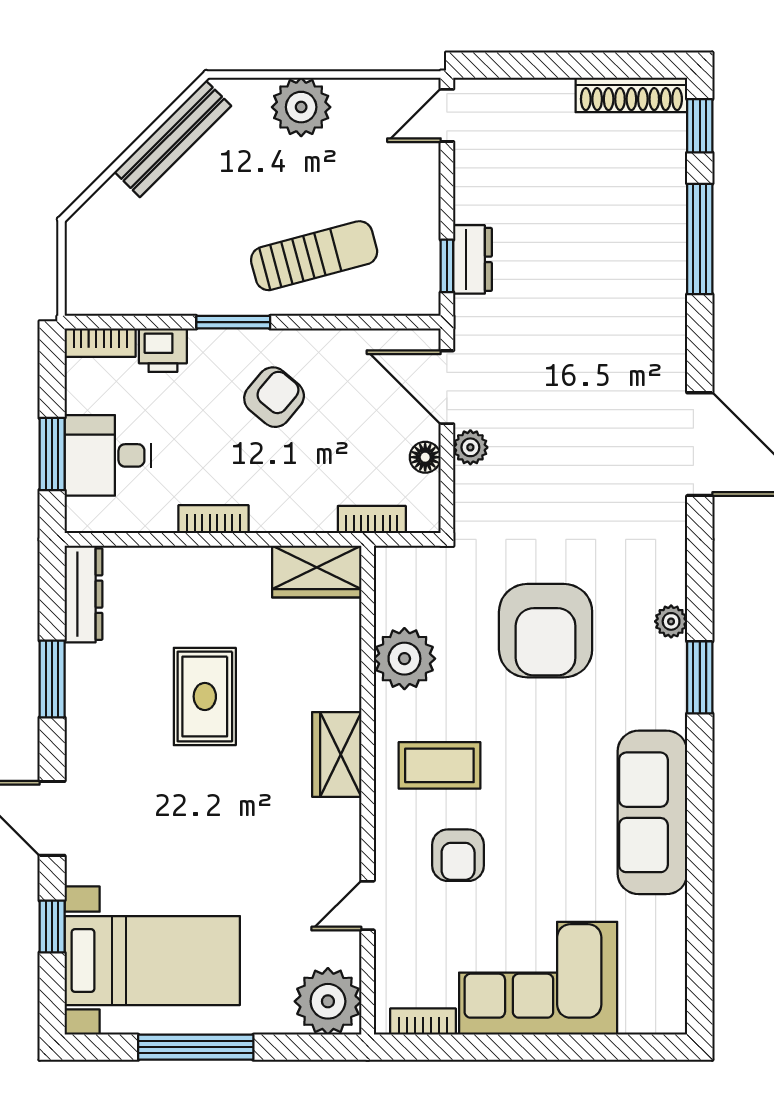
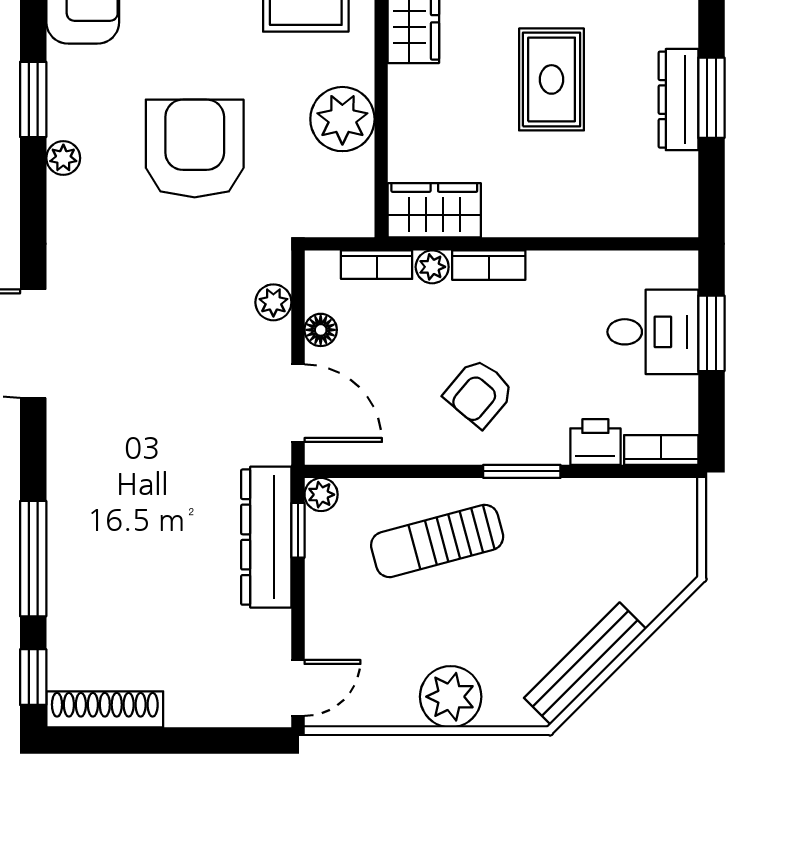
dresser: (472, 259) -> (266, 537), width x1.96, depth x1.24
plant: (425, 300) -> (321, 495), added
plant: (470, 447) -> (273, 302), moved
plant: (319, 517) -> (432, 267), added
bookcase: (214, 519) -> (489, 265), moved
dresser: (84, 594) -> (679, 100), moved

